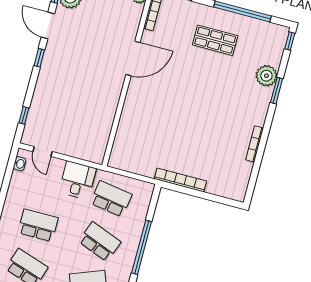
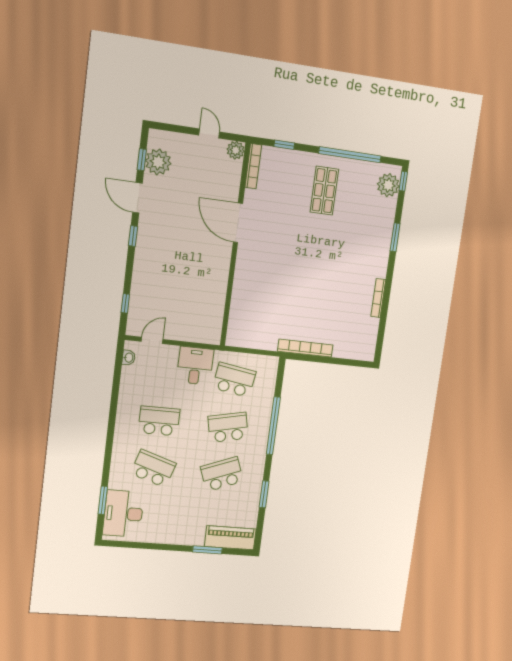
shop shelf: (215, 40) -> (324, 191), turned 90
door: (133, 58) -> (238, 223), swing flipped
plant: (266, 76) -> (388, 185), moved
door: (42, 152) -> (152, 340), swing flipped
school desk: (100, 242) -> (228, 427), turned -33

